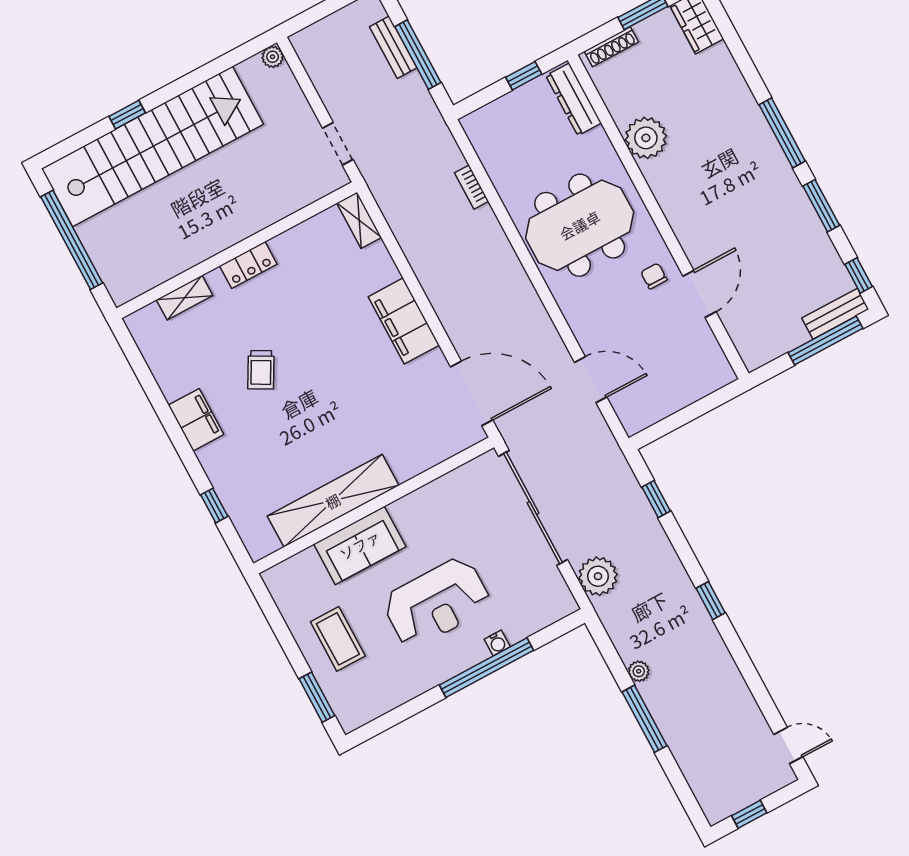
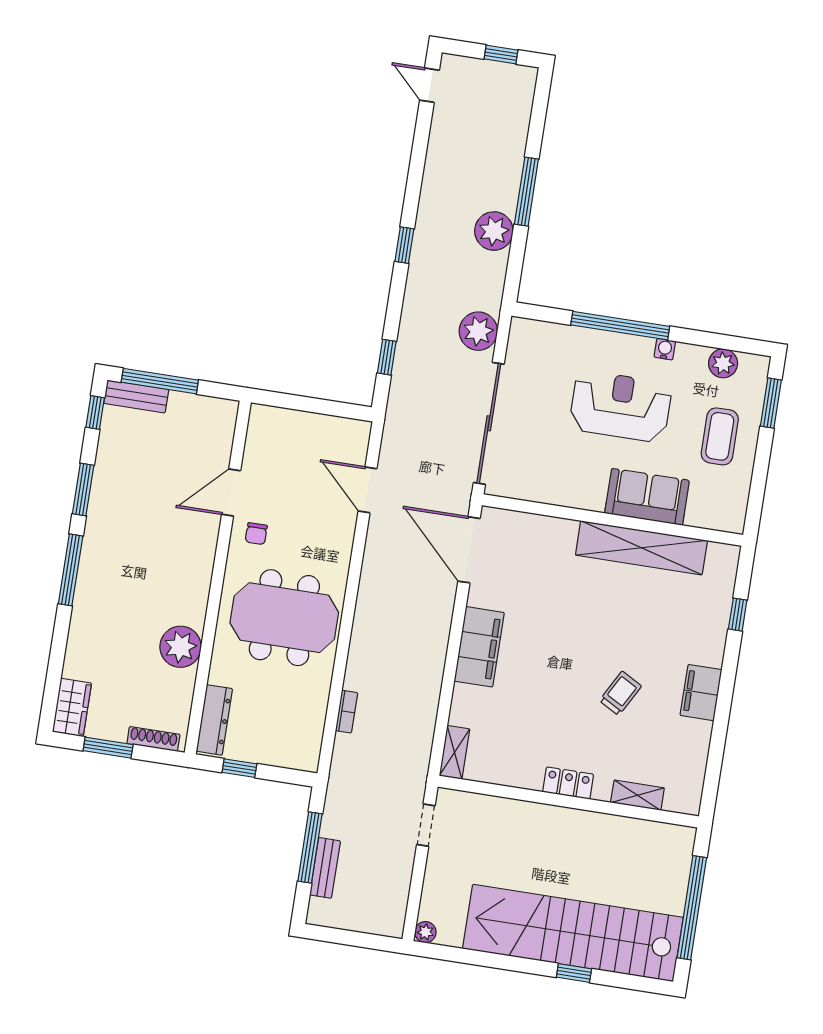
water cooler: (497, 643) -> (665, 349), moved
plant: (639, 671) -> (494, 231), width x1.87, depth x1.87
plant: (380, 700) -> (723, 363), added

